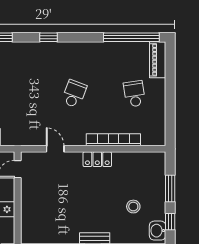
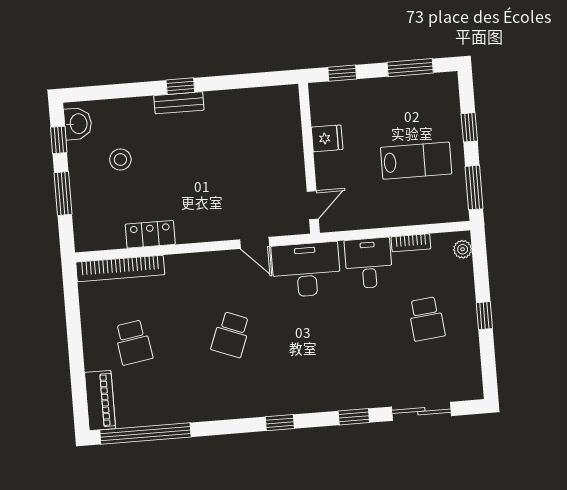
desk: (25, 130) -> (306, 270), added
bookcase: (113, 140) -> (120, 268), moved
locker: (97, 159) -> (150, 234), moved

